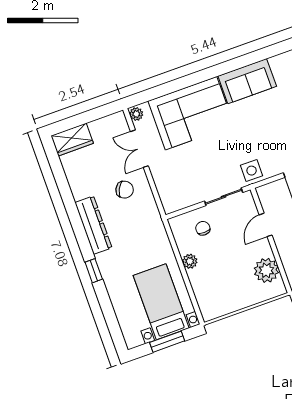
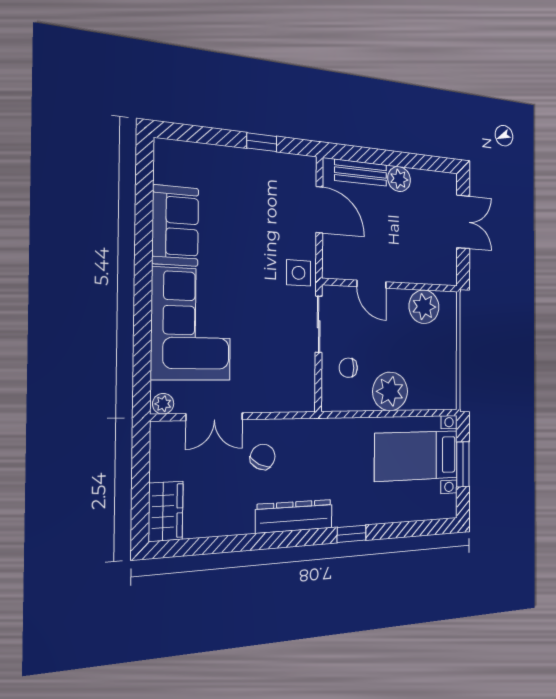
plant: (190, 261) -> (390, 391), width x1.87, depth x1.87

